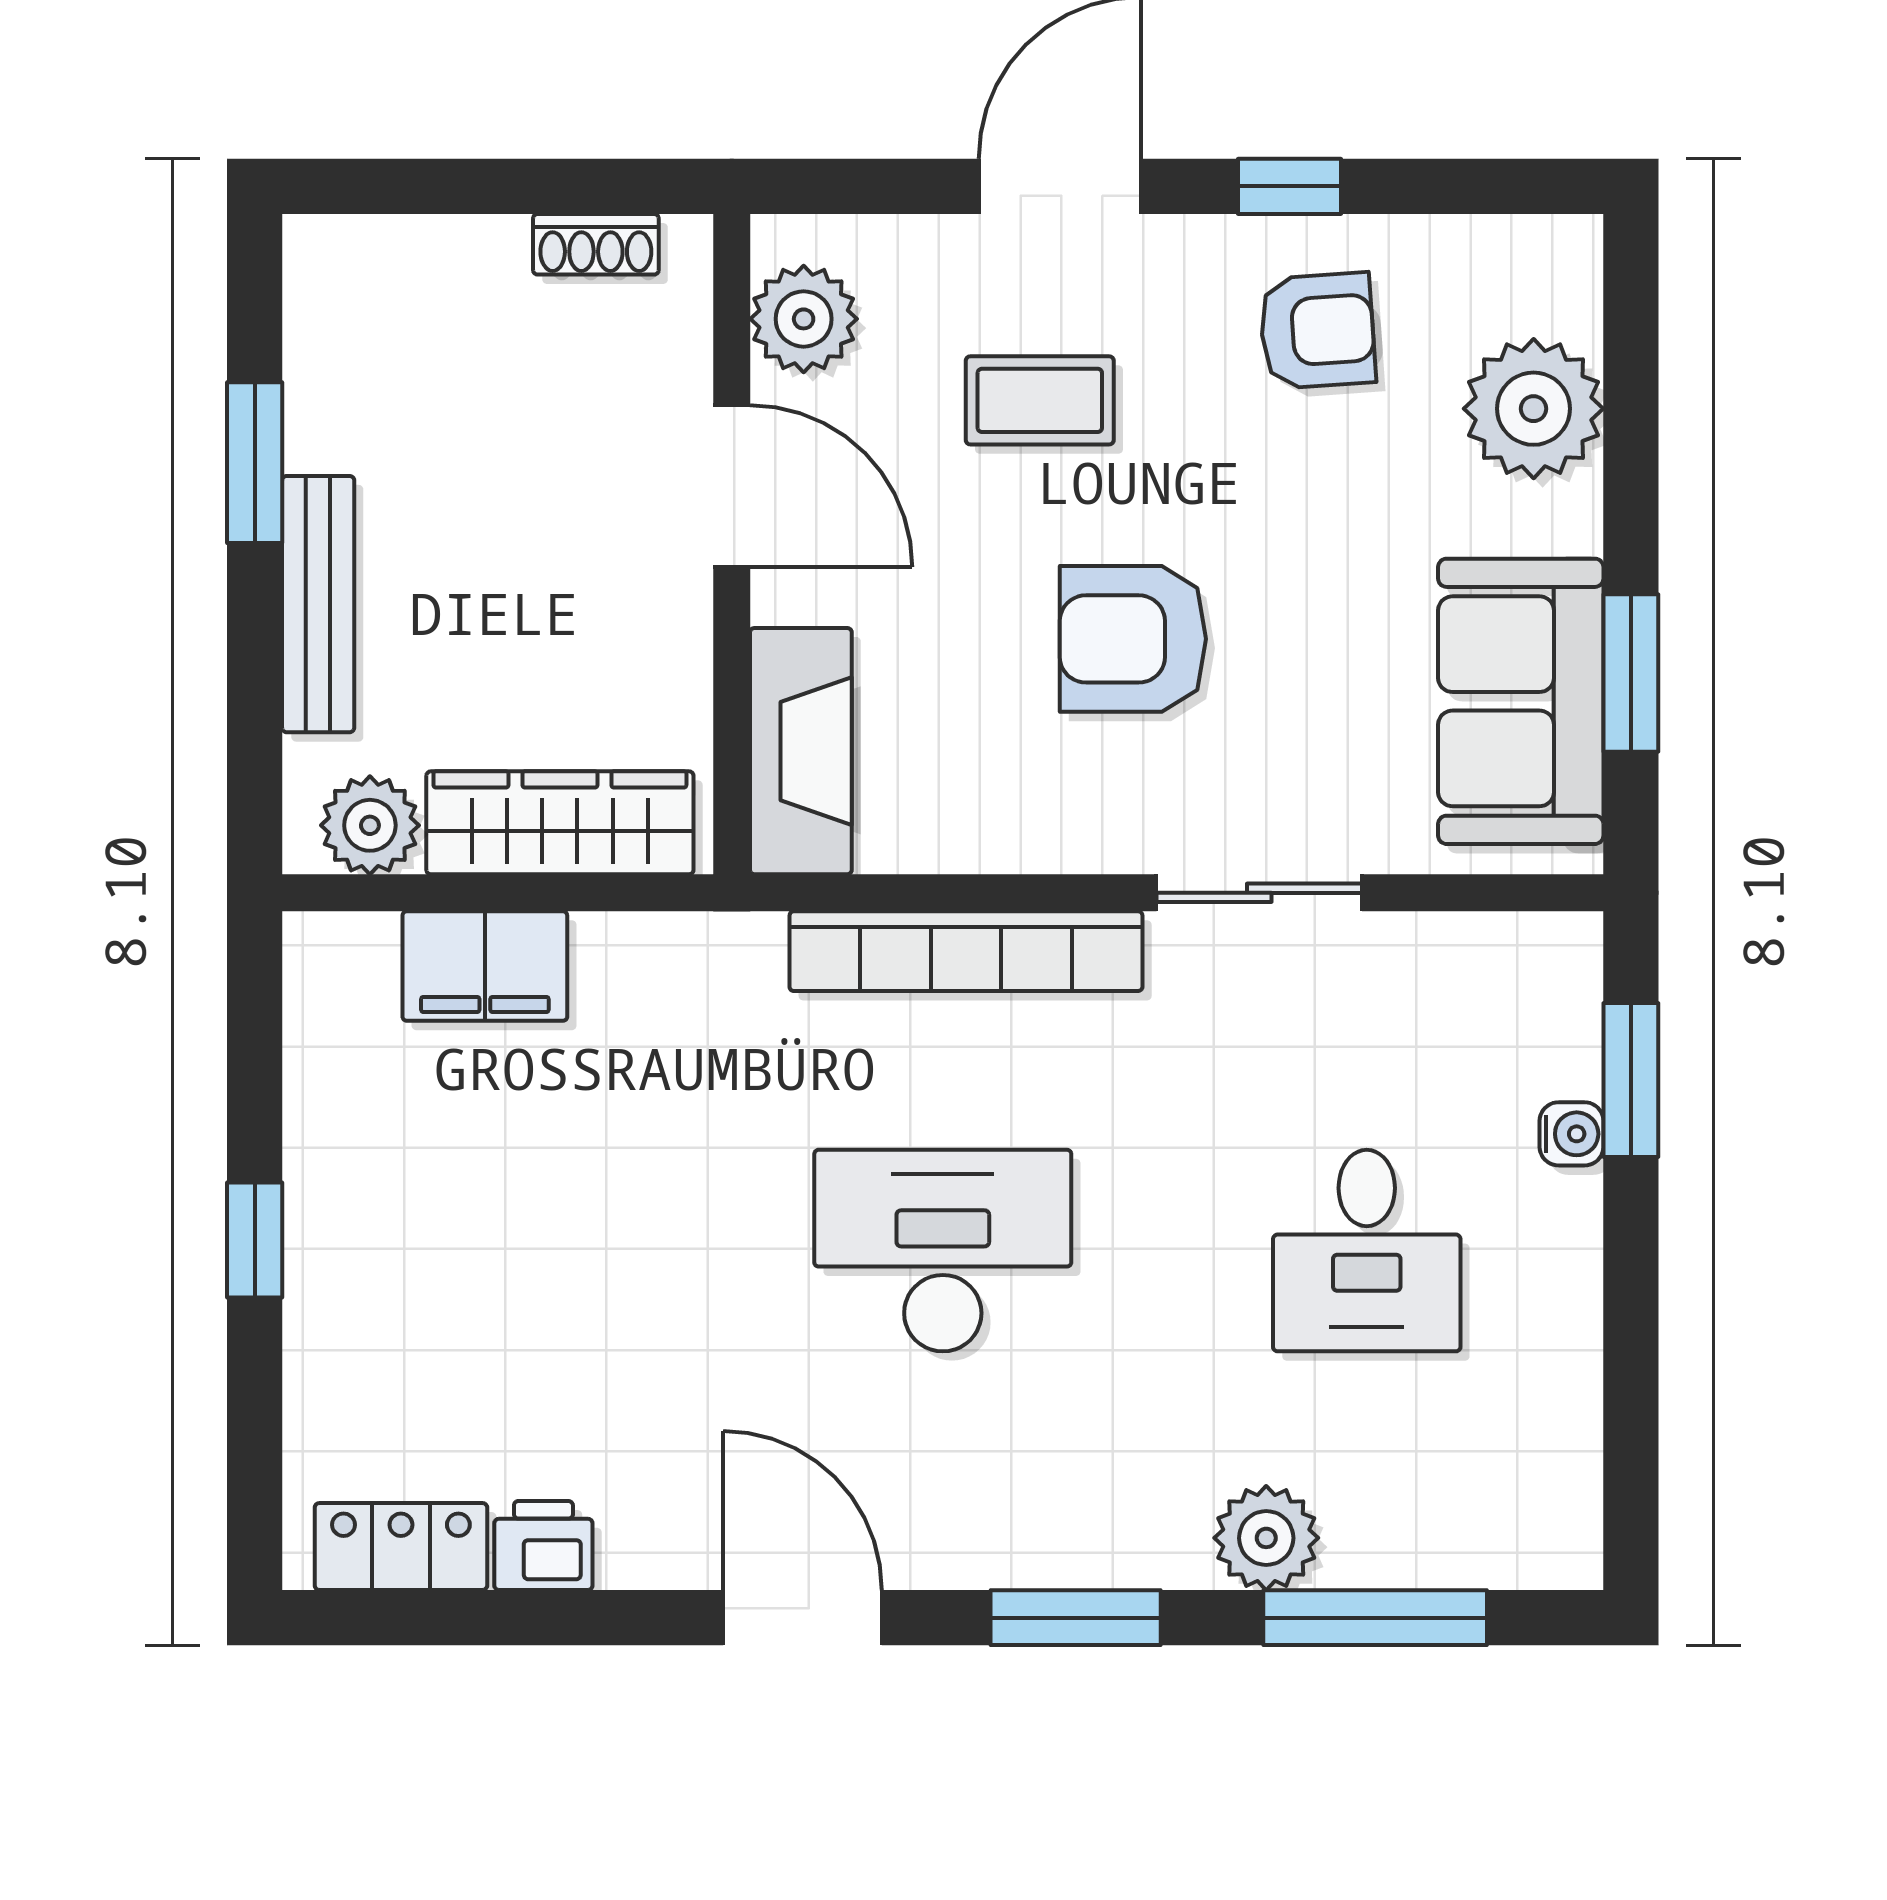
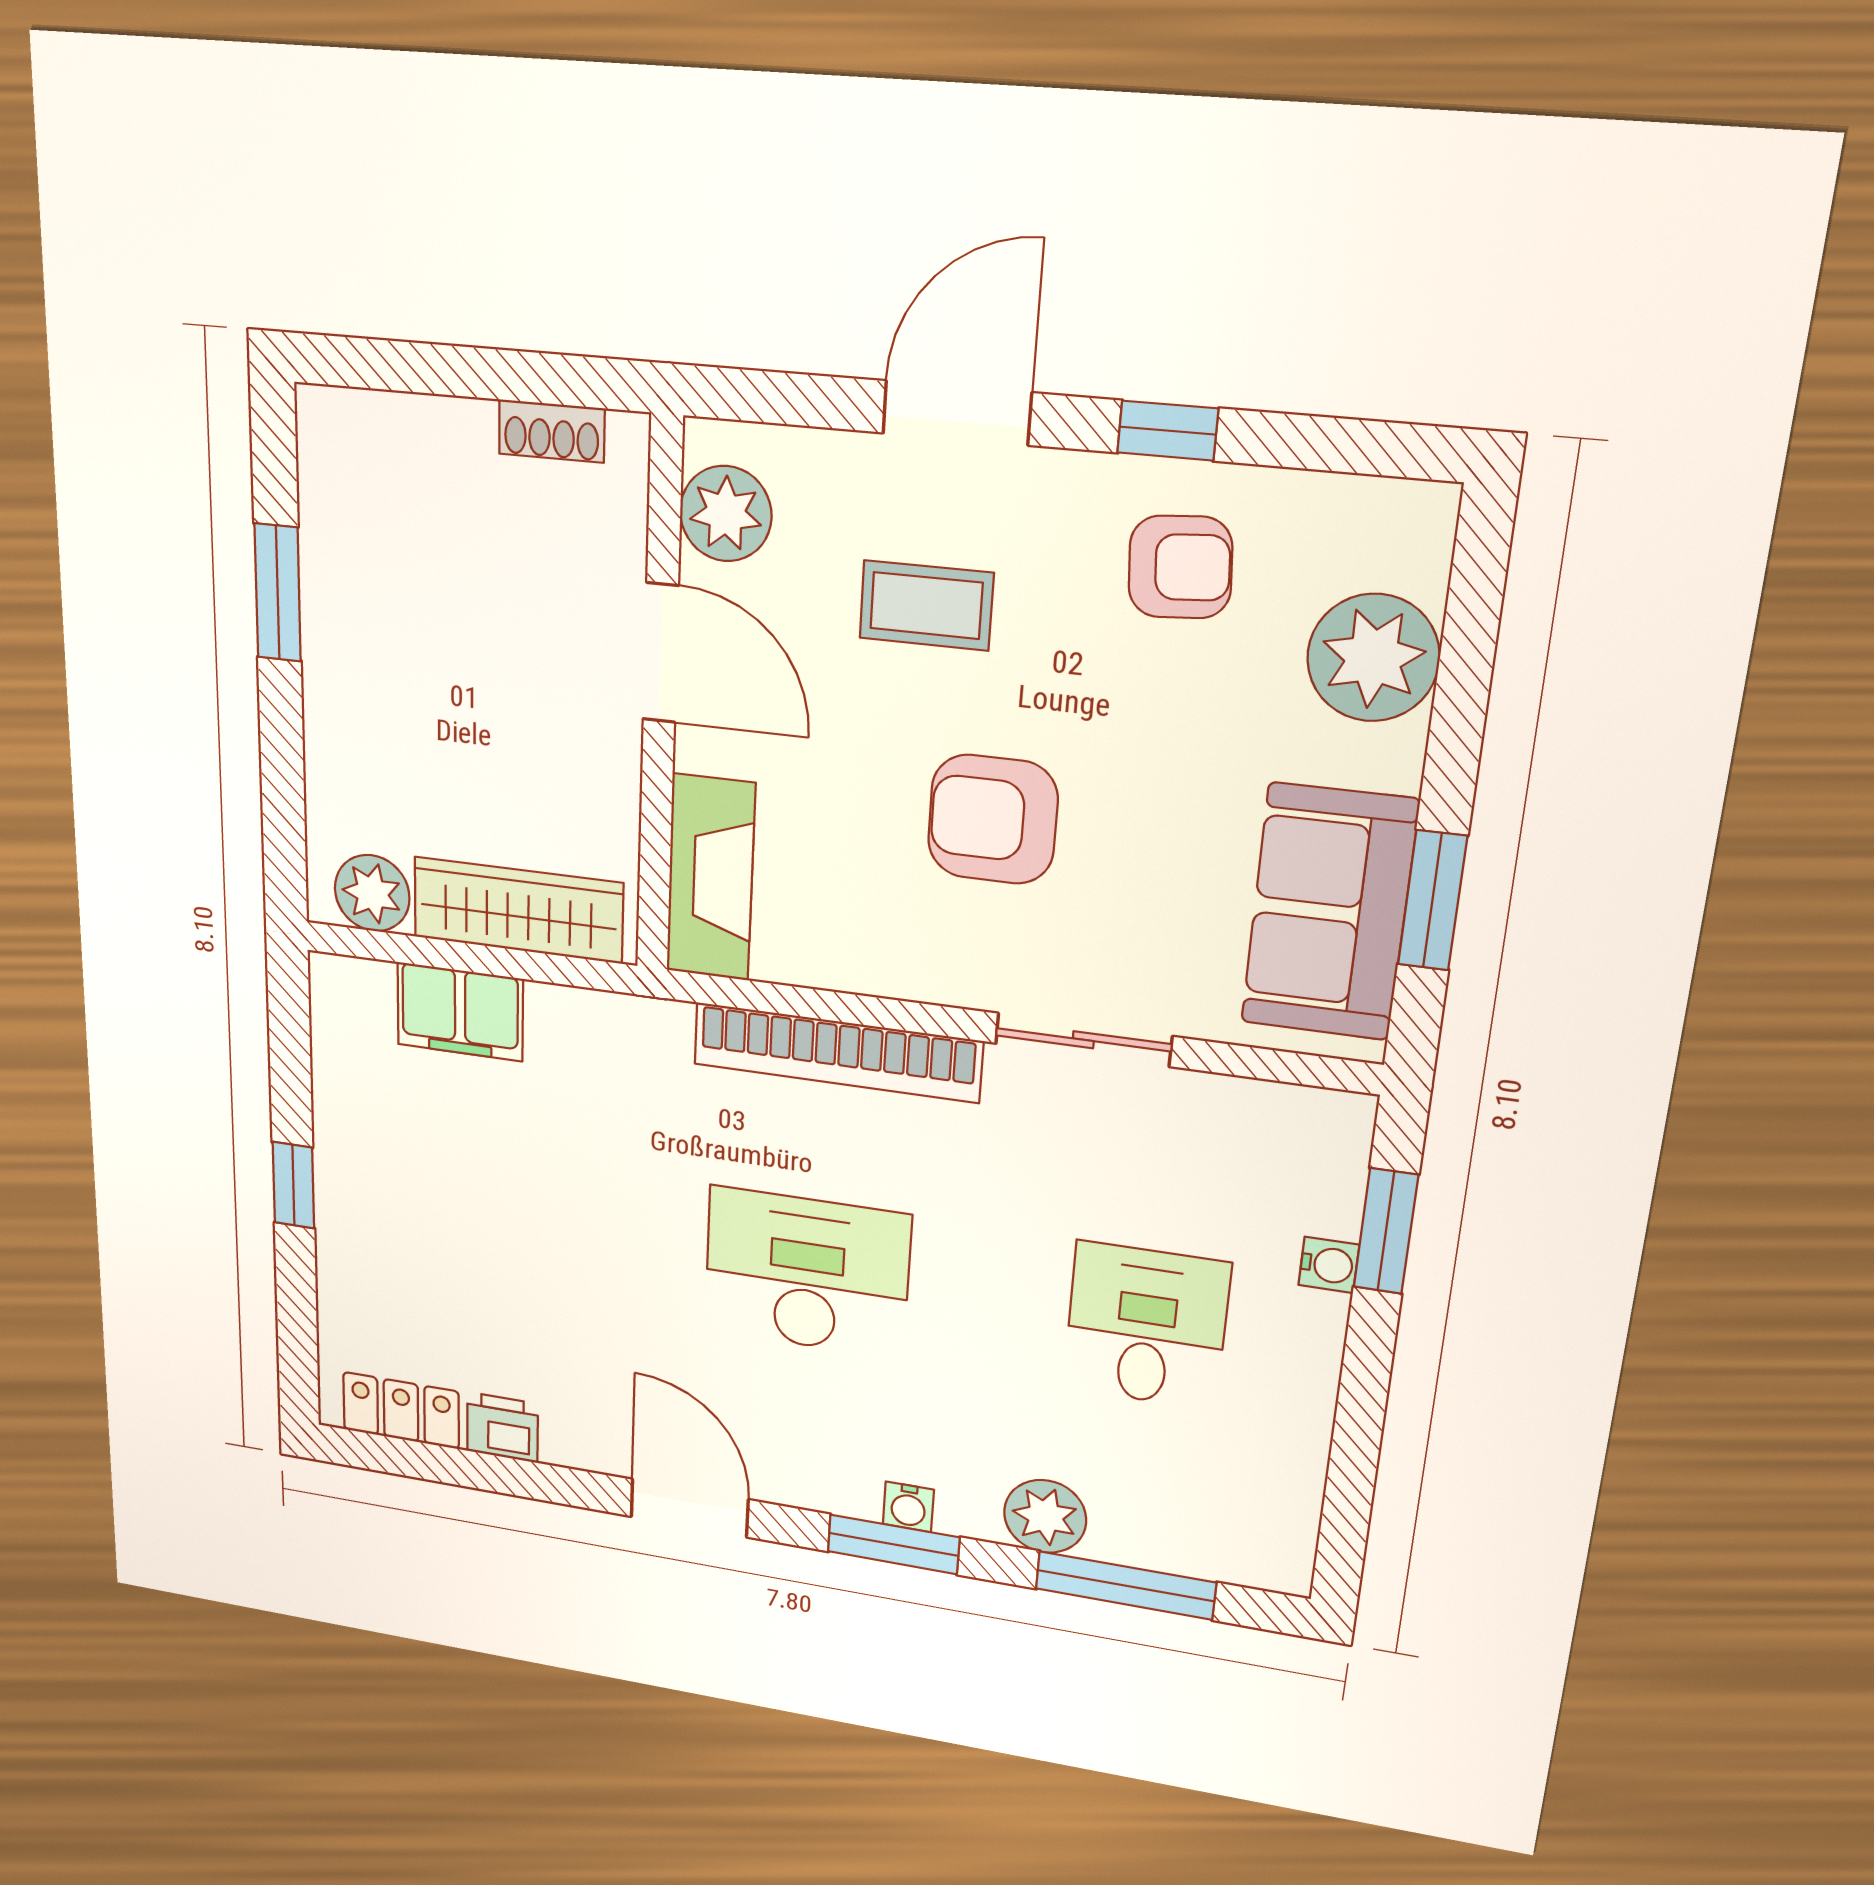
bench: (318, 604) -> (330, 714), removed
desk: (1367, 1251) -> (1146, 1326), turned 180
water cooler: (1091, 1559) -> (908, 1507), added

